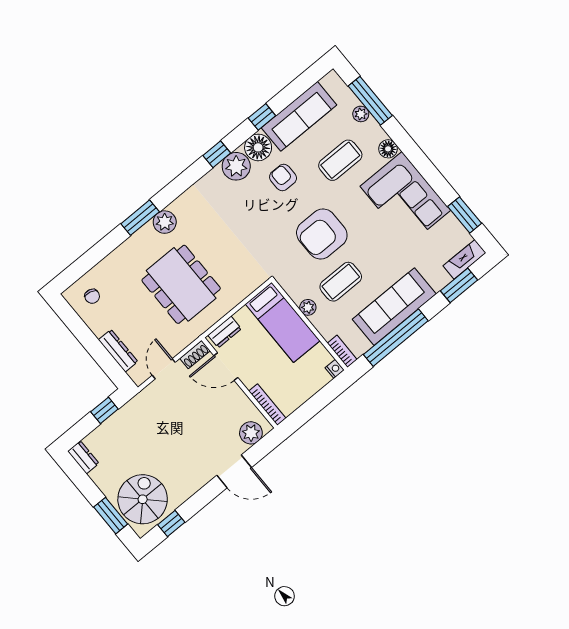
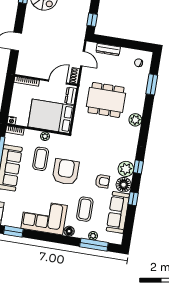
window: (140, 218) -> (152, 84), moved
bed: (283, 322) -> (51, 116), width x1.50
plant: (251, 433) -> (23, 64), removed

